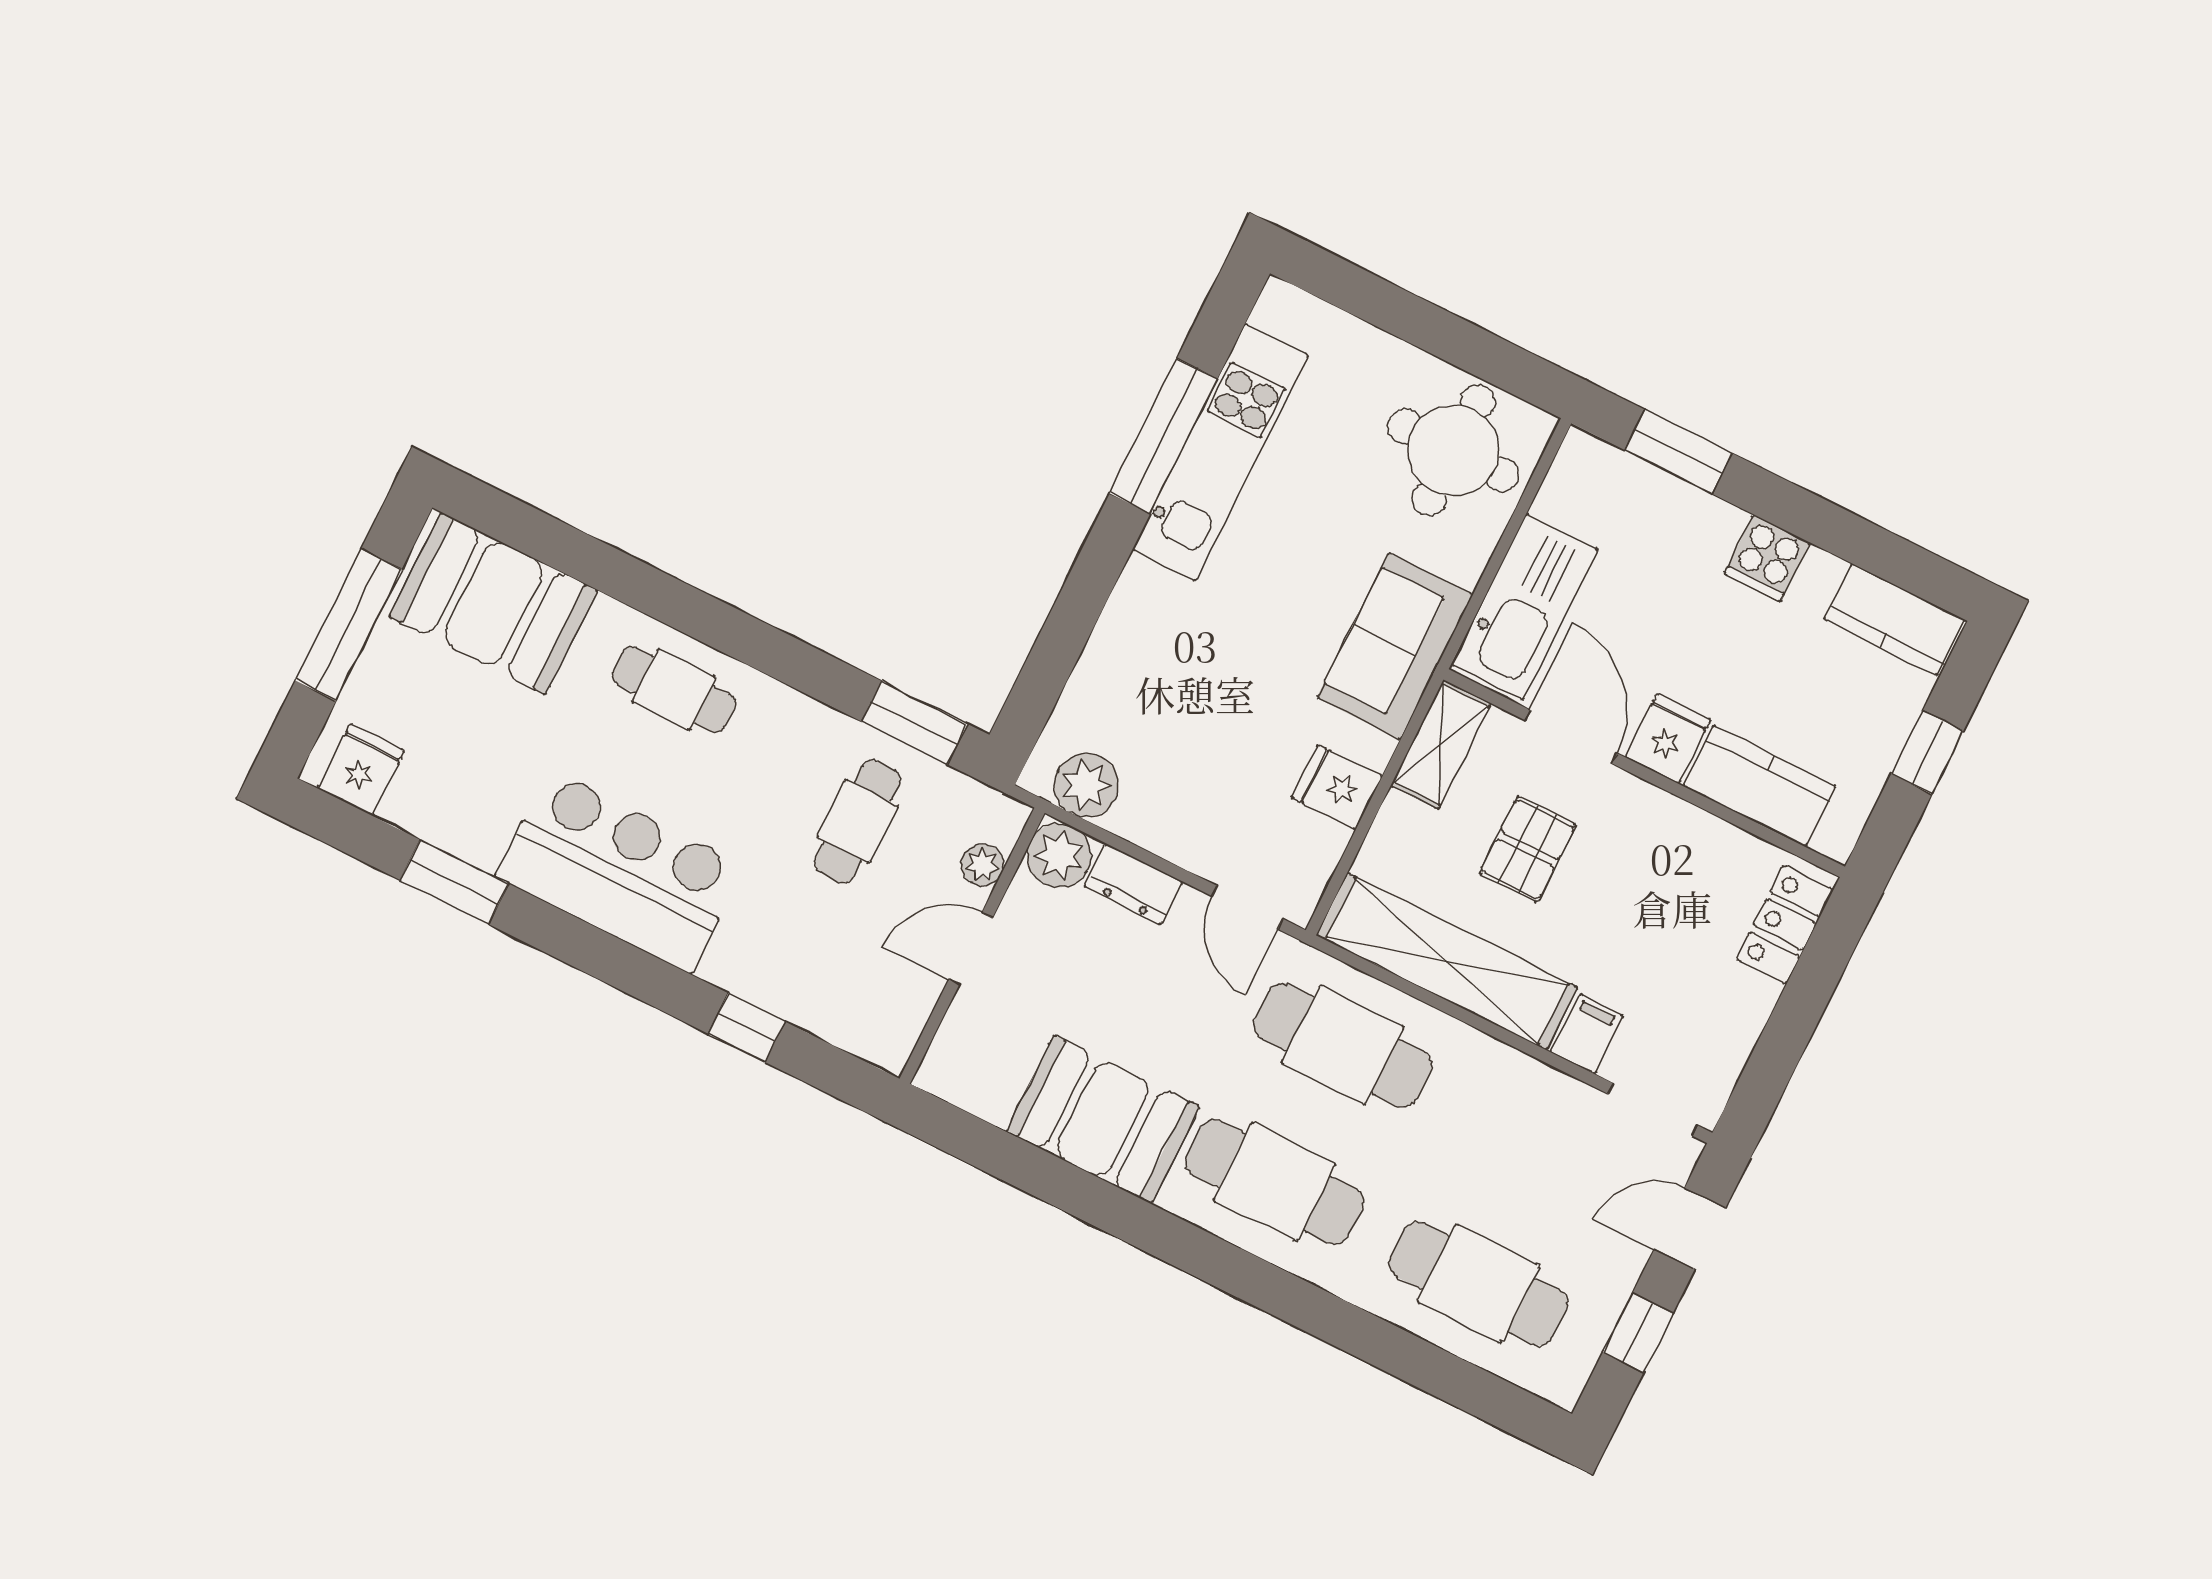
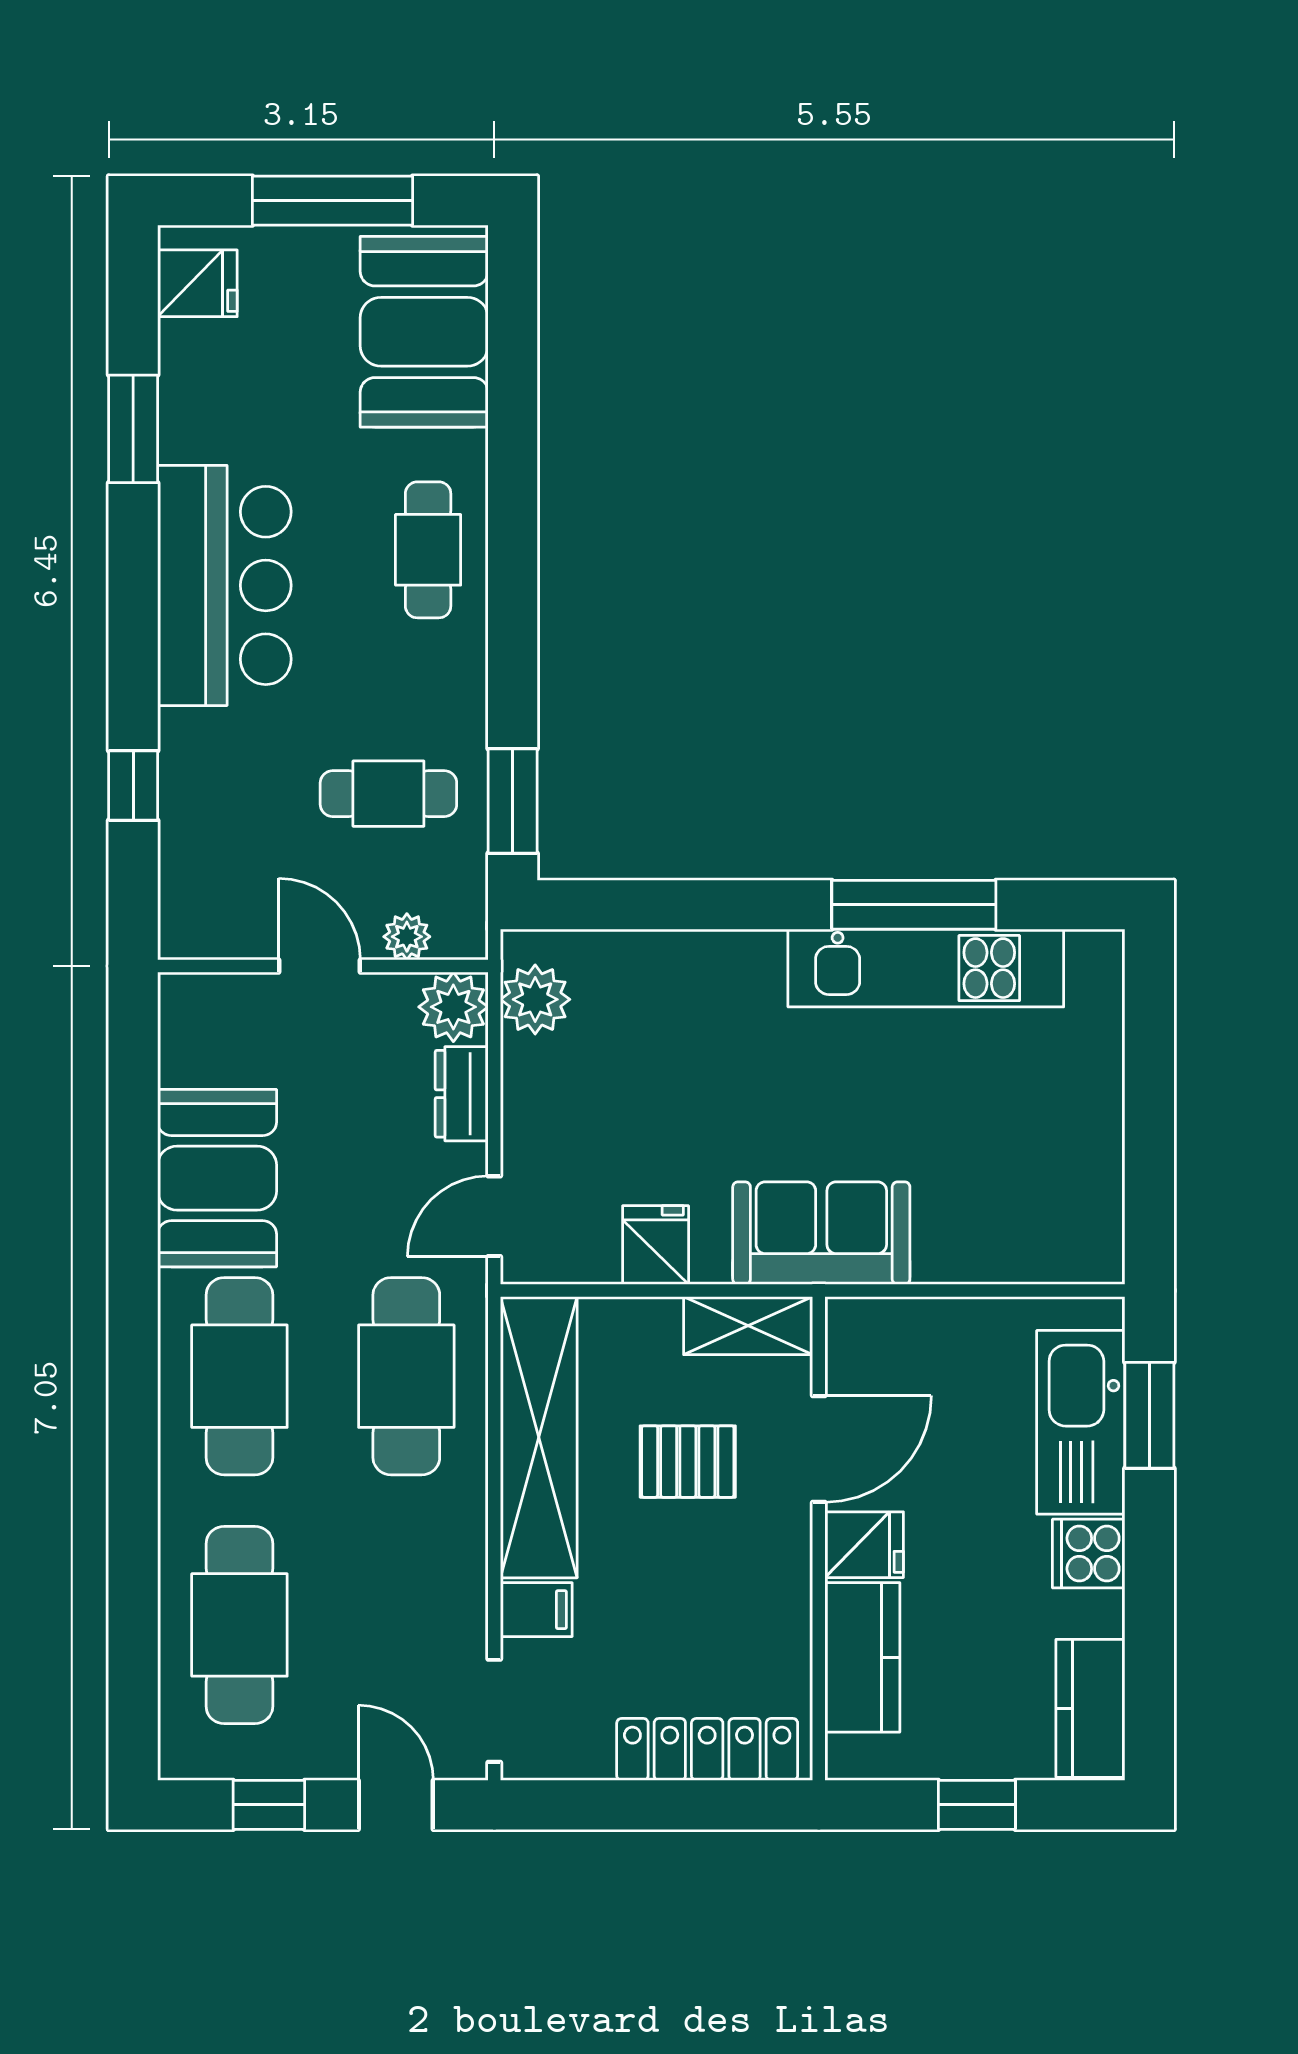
round table: (1453, 450) -> (1041, 1195), removed
kitchen sink: (1525, 607) -> (1081, 1422), moved, turned 90
locker: (1785, 924) -> (707, 1749), width x1.53

